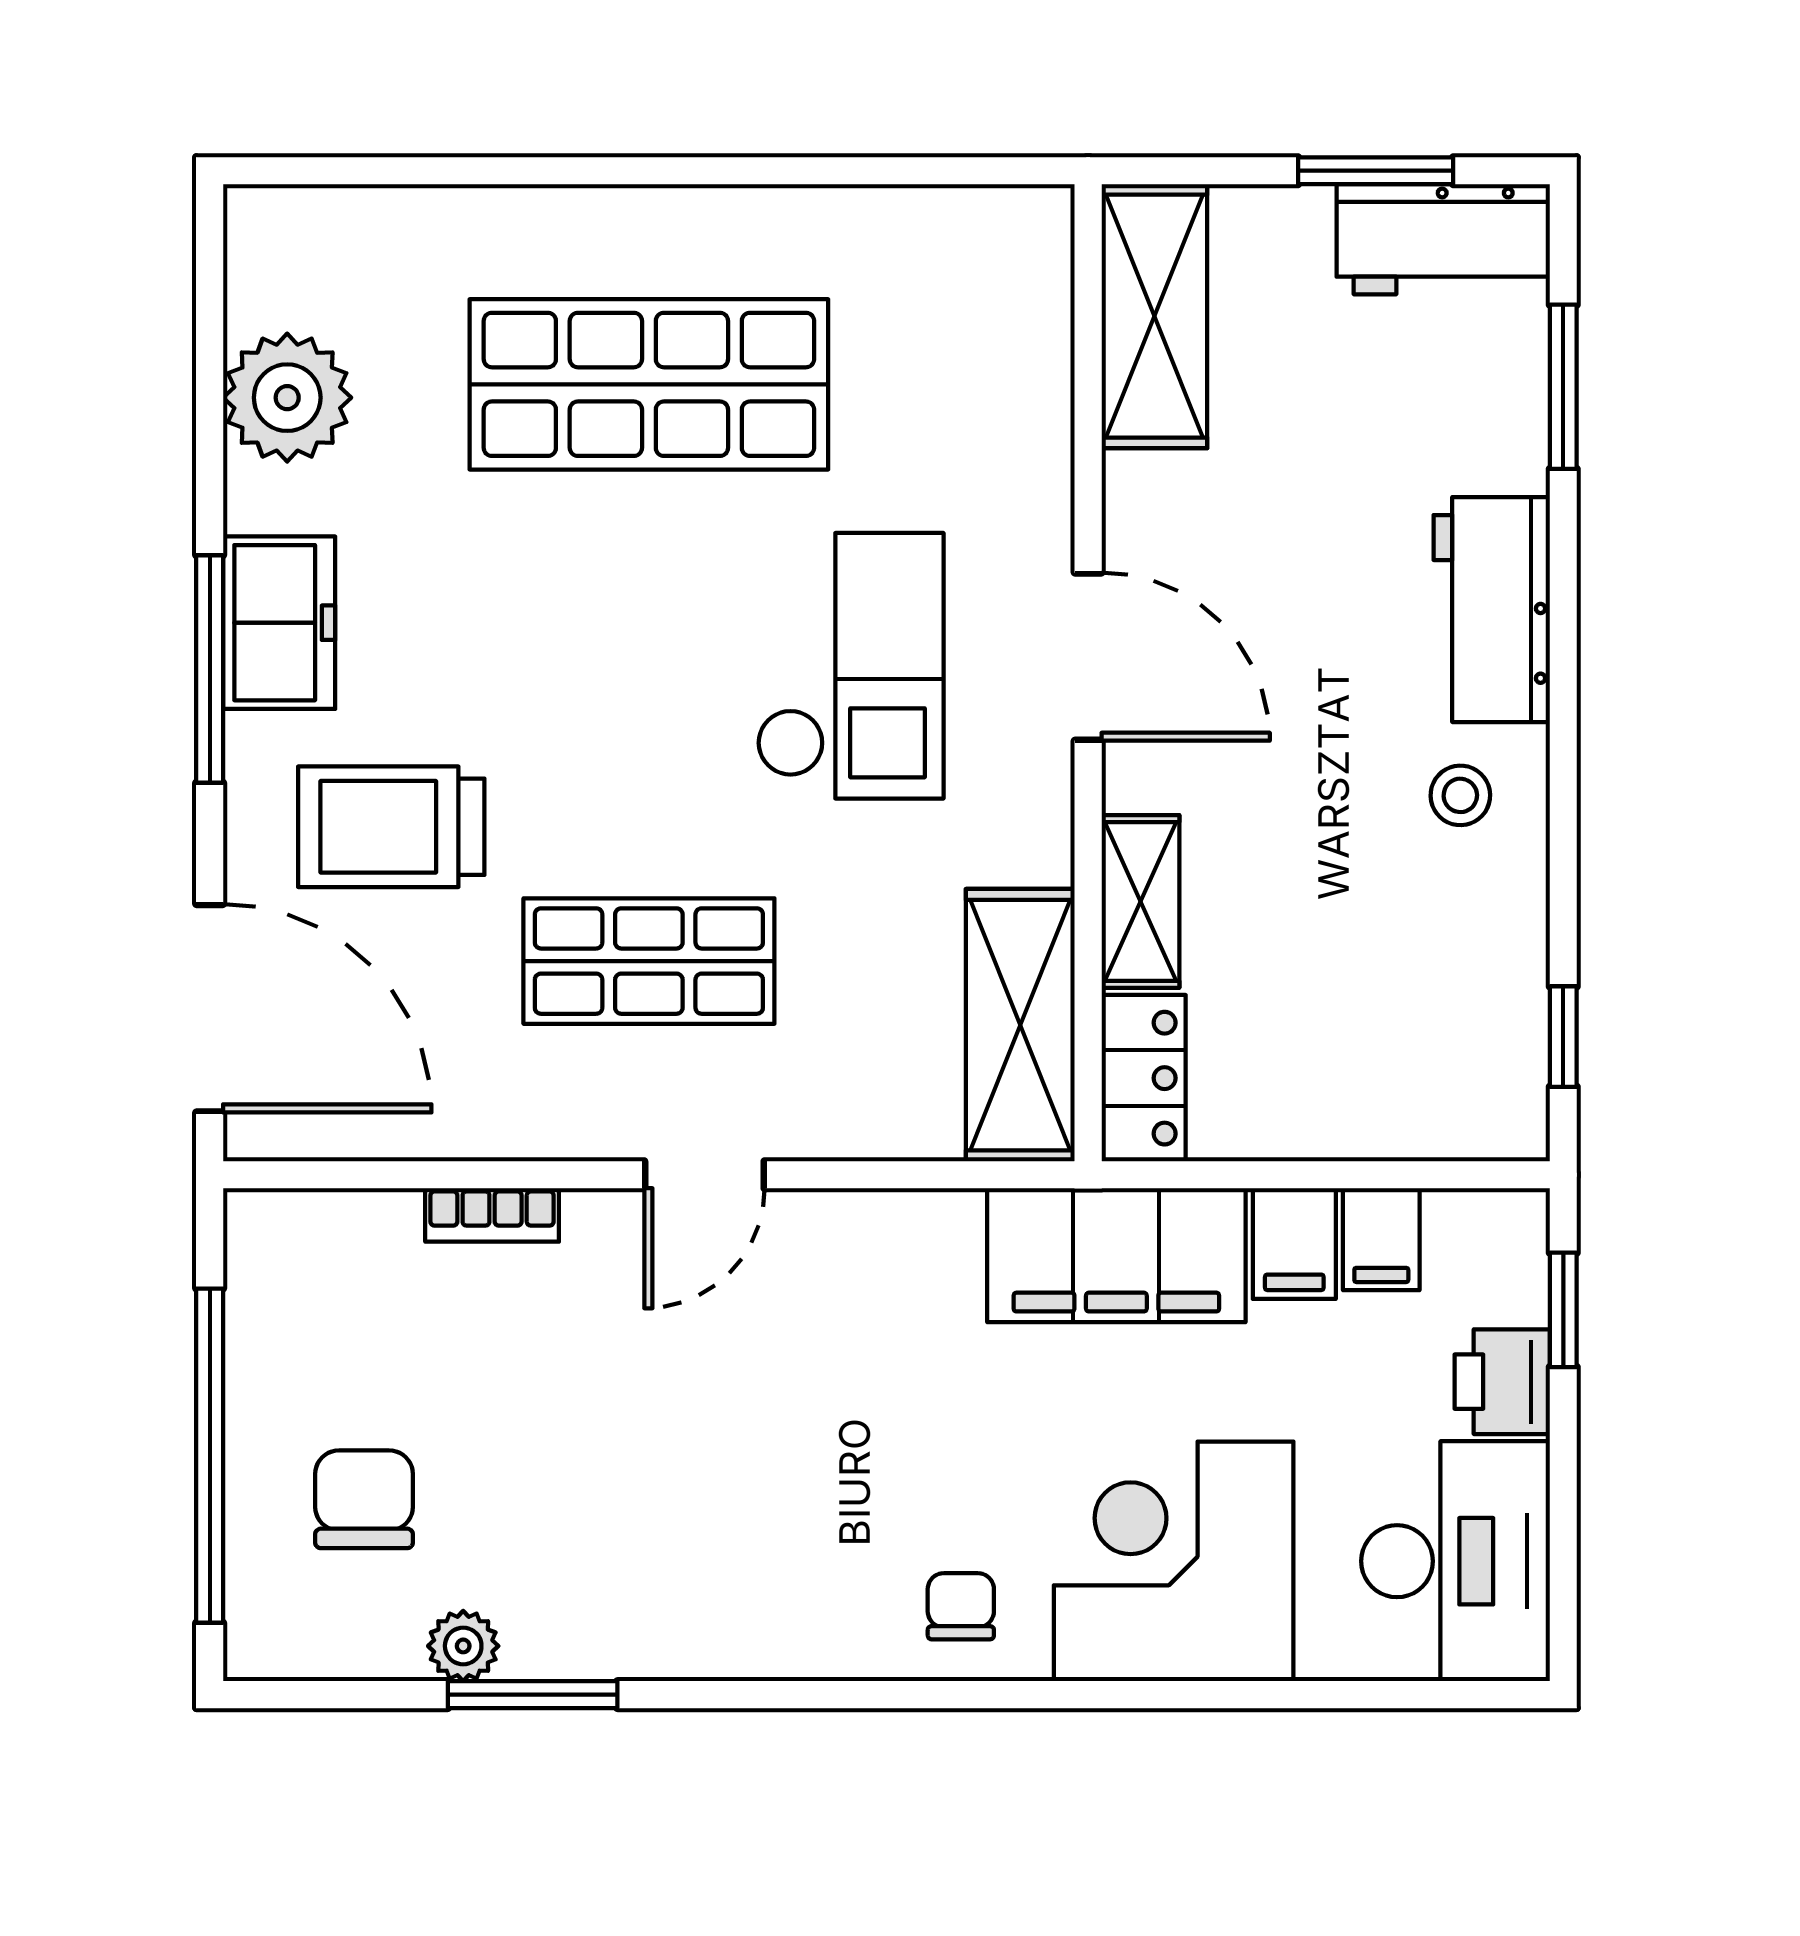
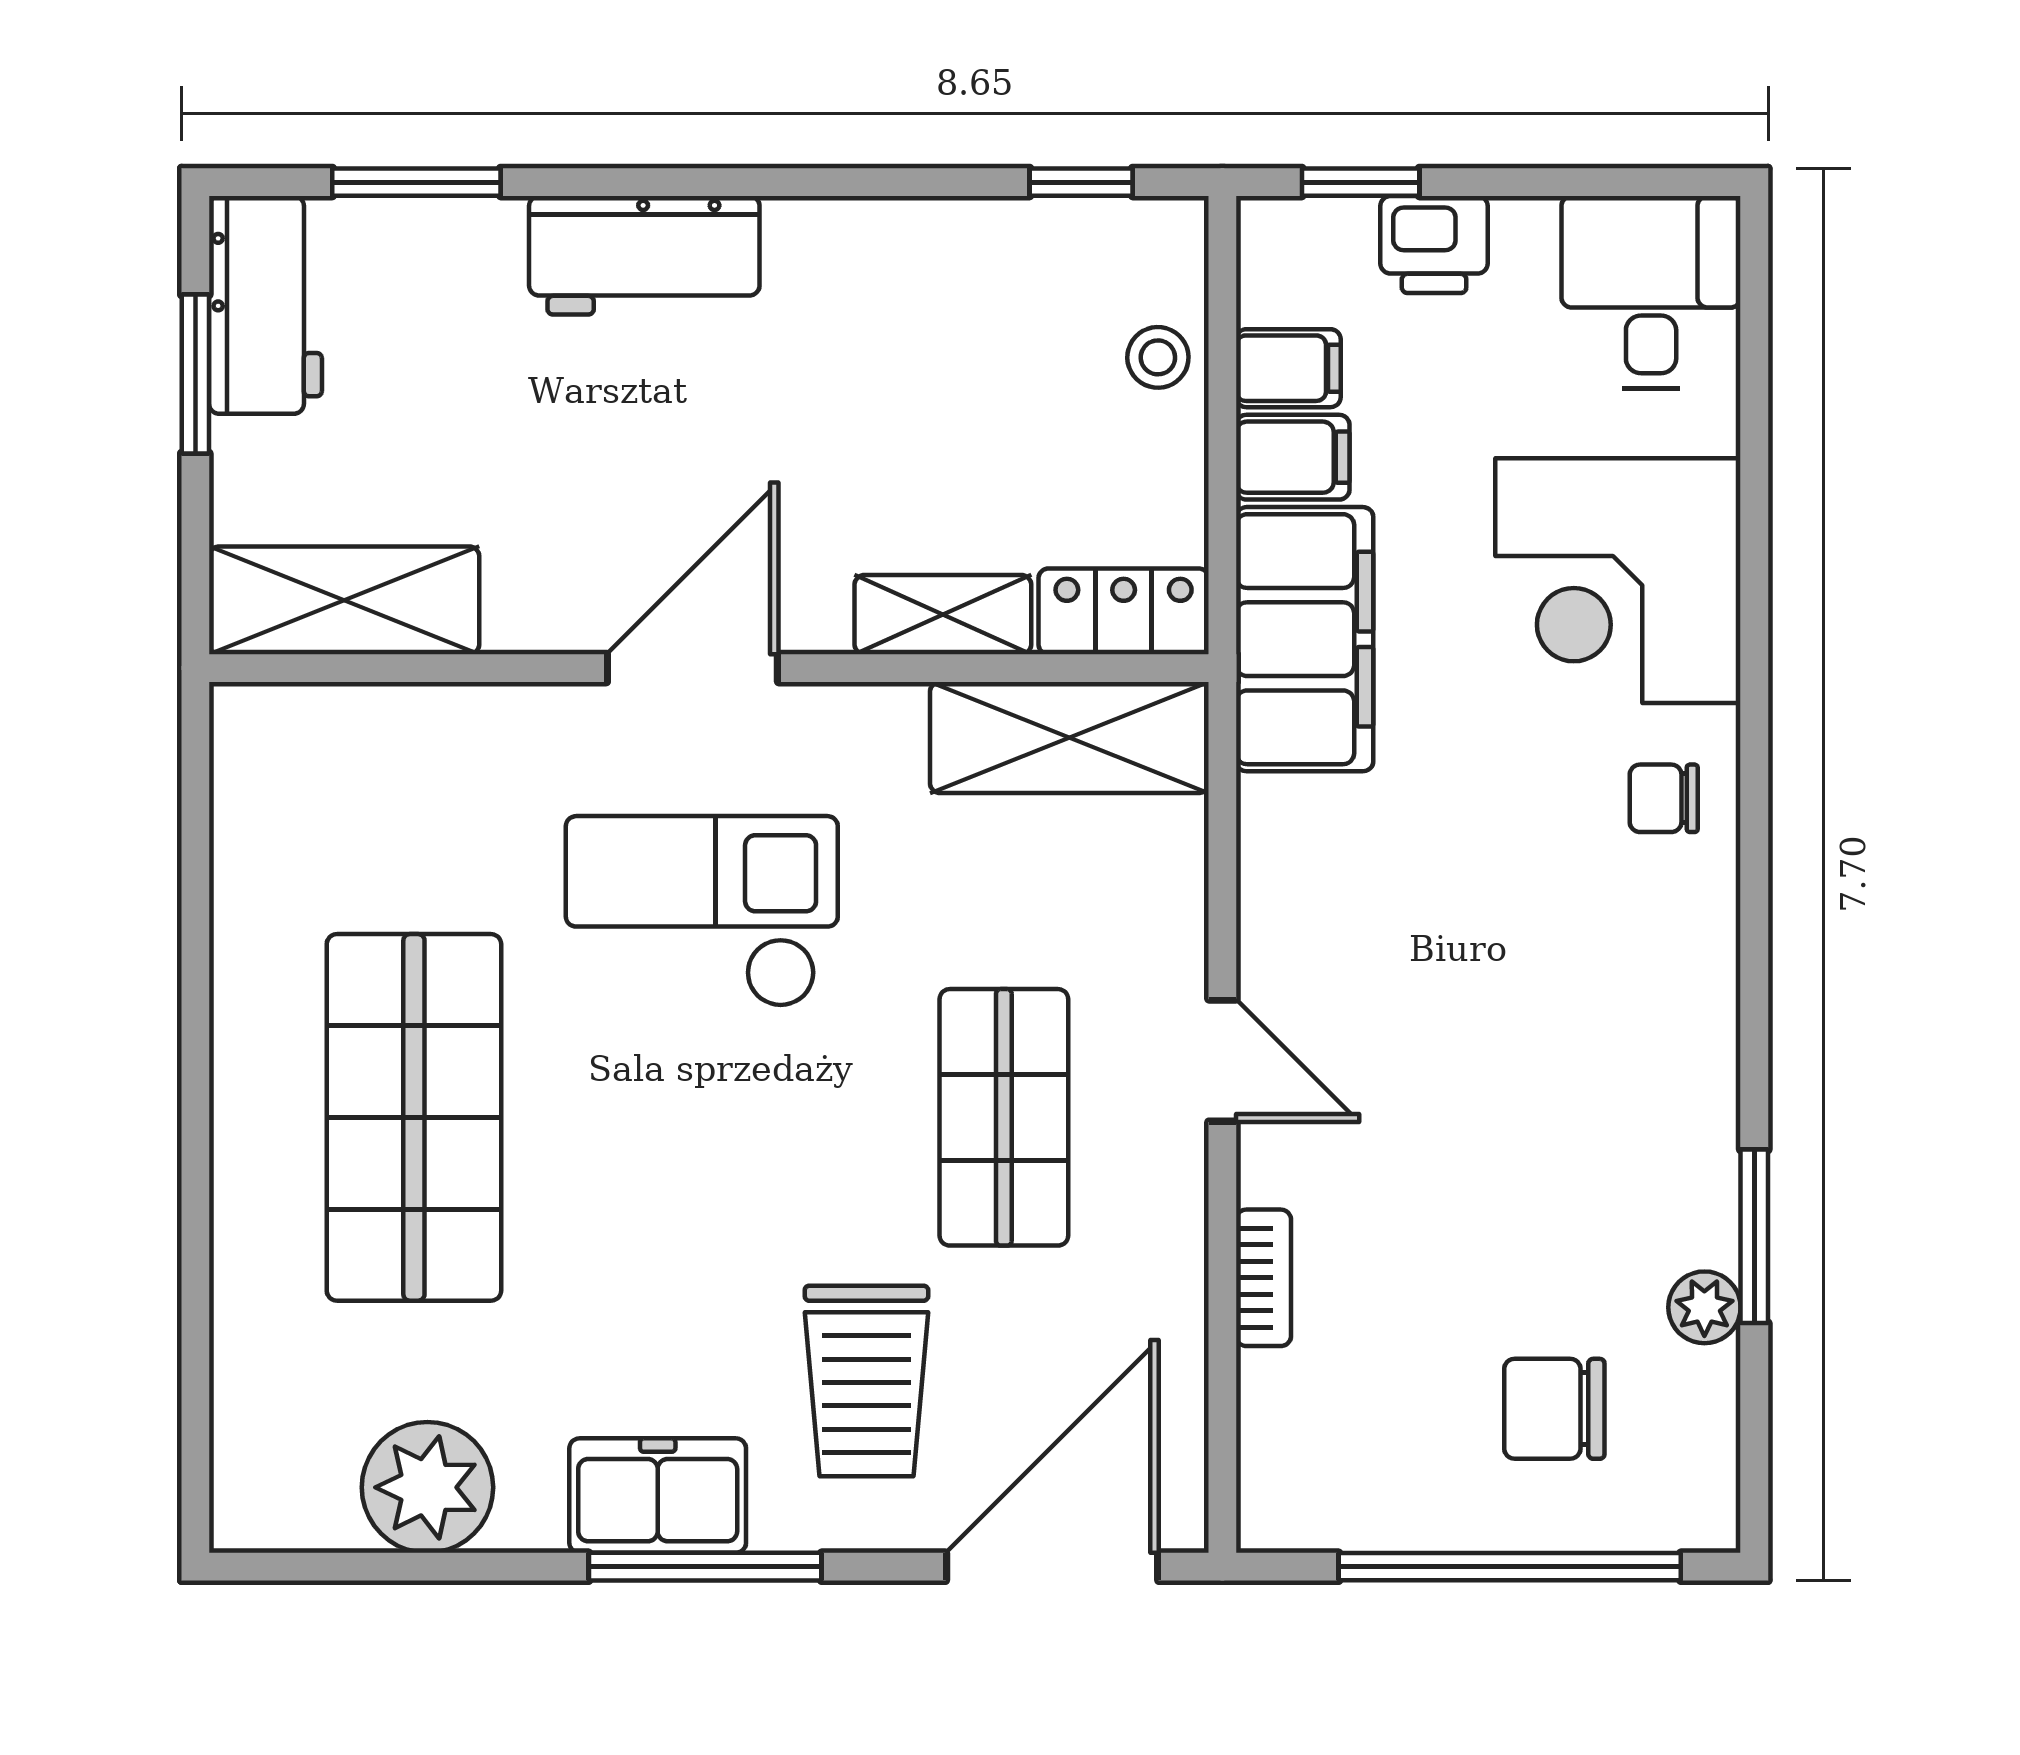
stool: (1460, 795) -> (1158, 357), moved
desk: (1456, 1561) -> (1651, 292), width x0.73

